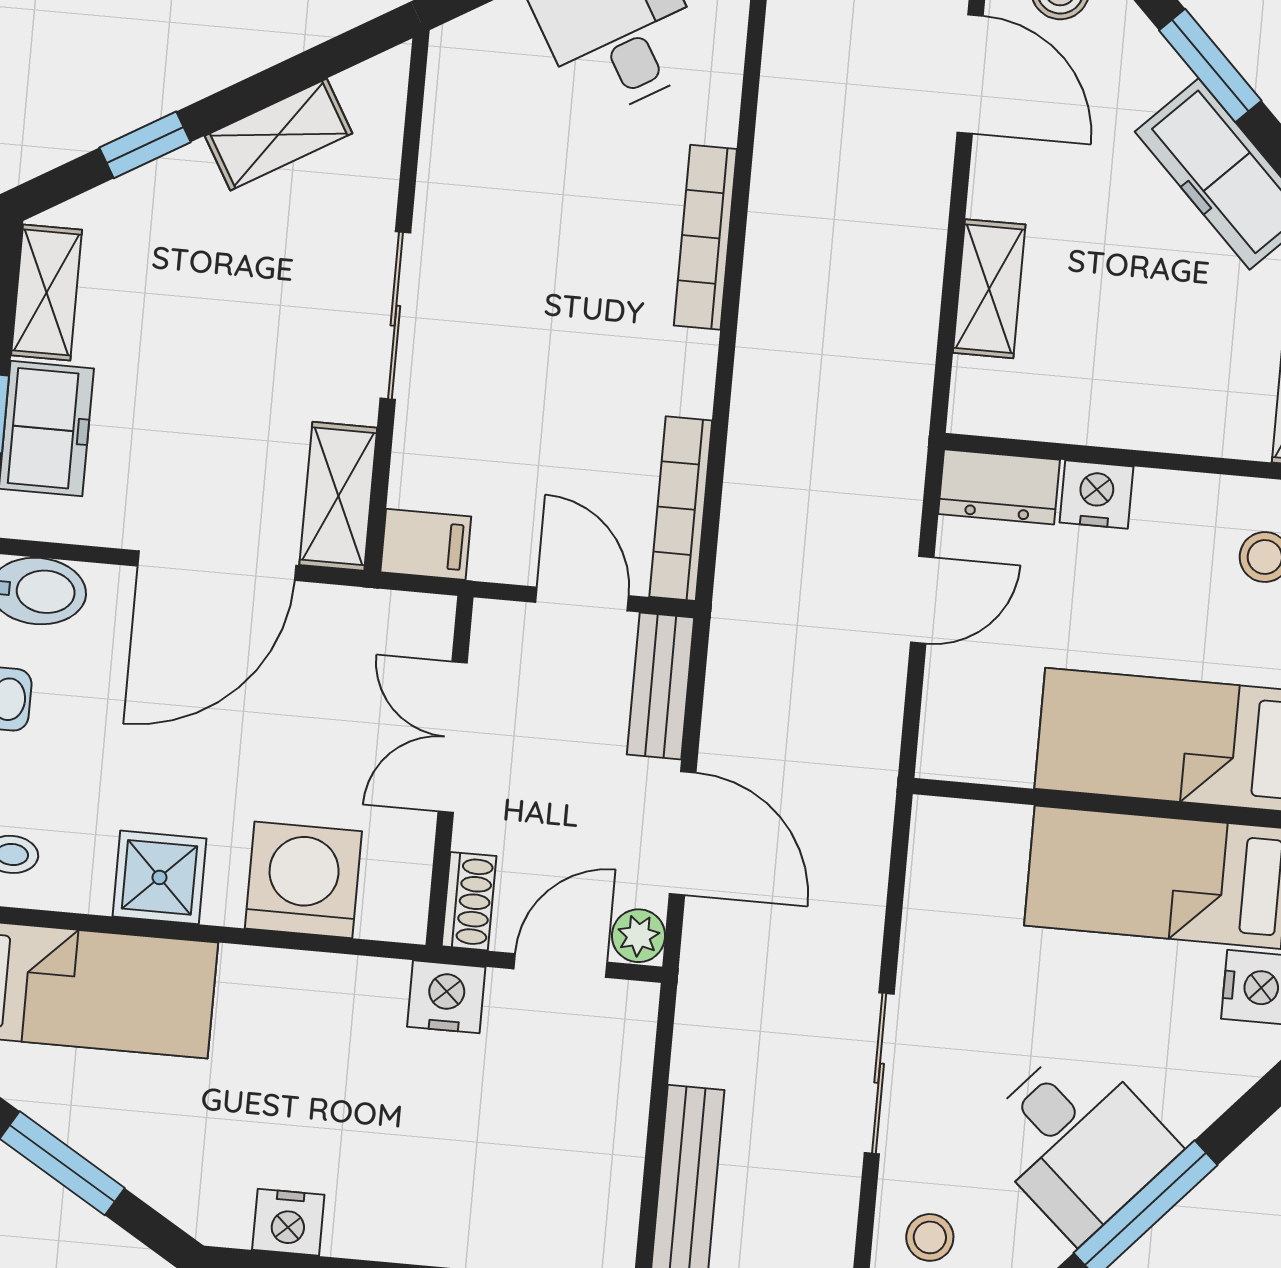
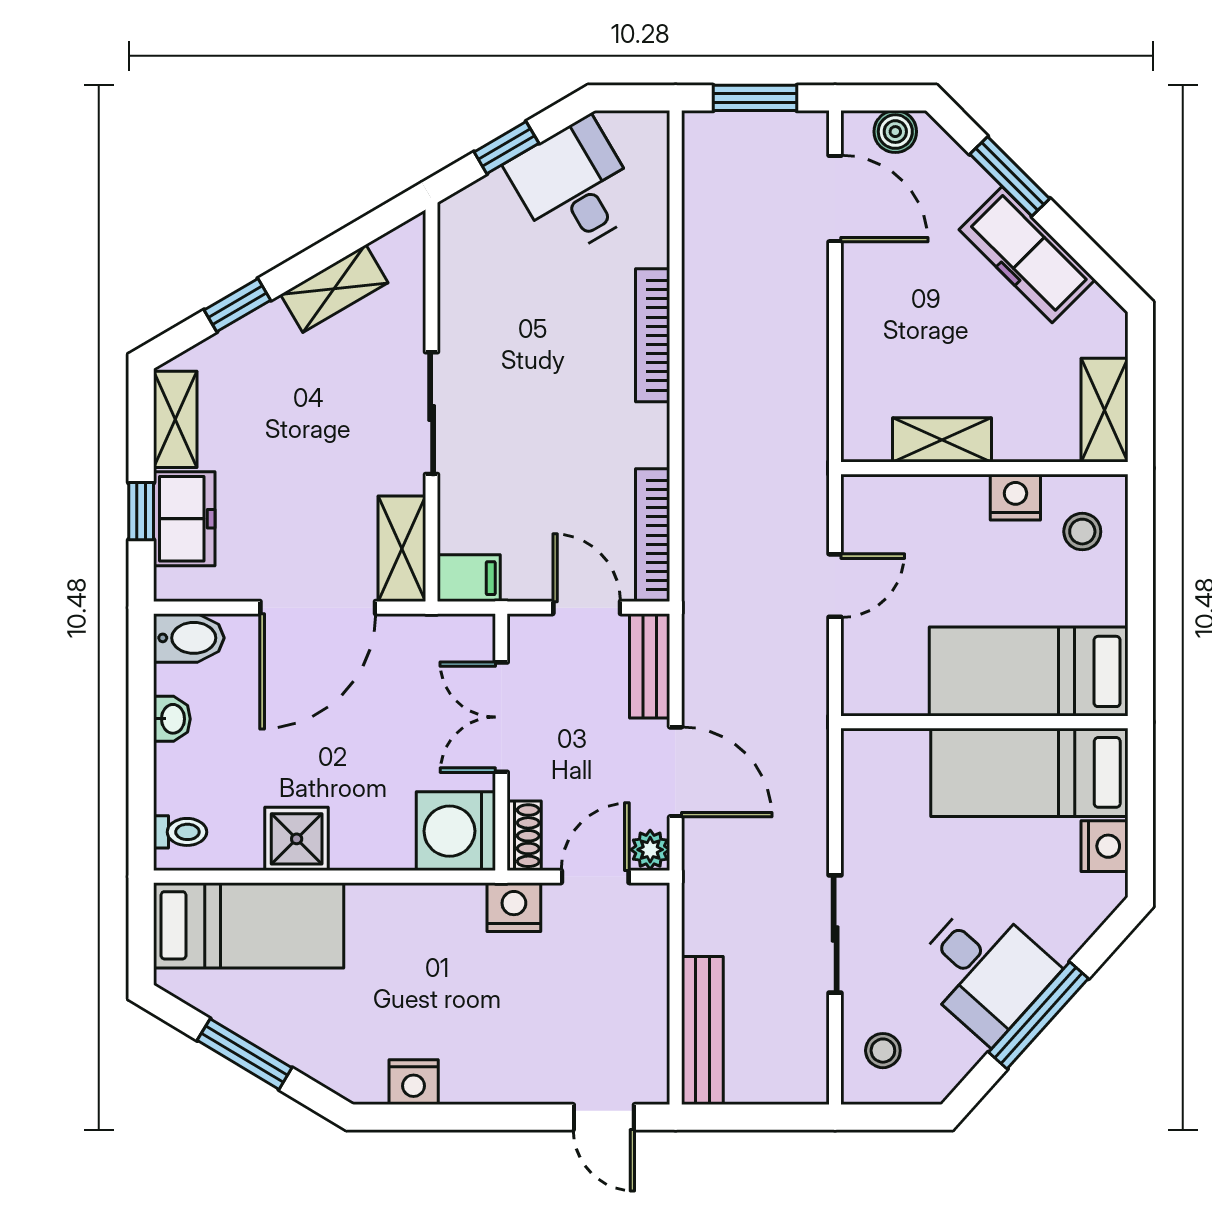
shelving: (989, 289) -> (942, 440), moved, turned 90
dresser: (999, 487) -> (884, 498), removed
nightstand: (1096, 494) -> (1015, 497), moved
washing machine: (303, 880) -> (456, 831), moved, turned -90

